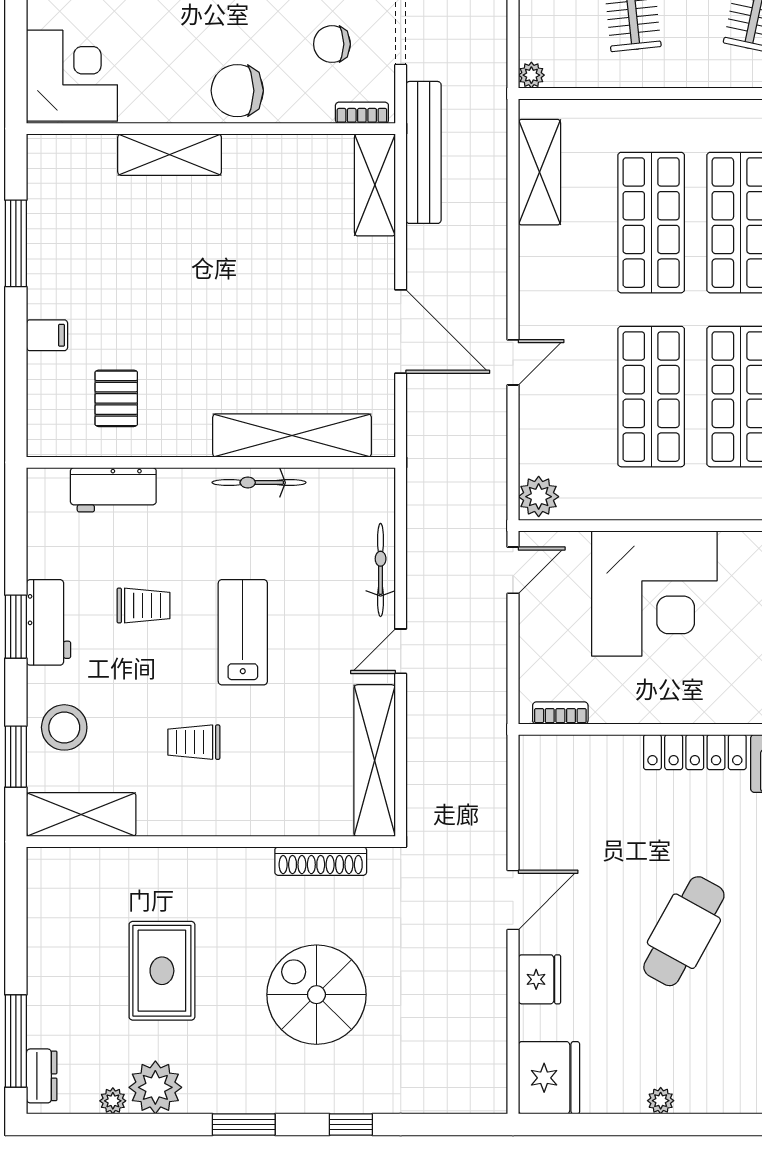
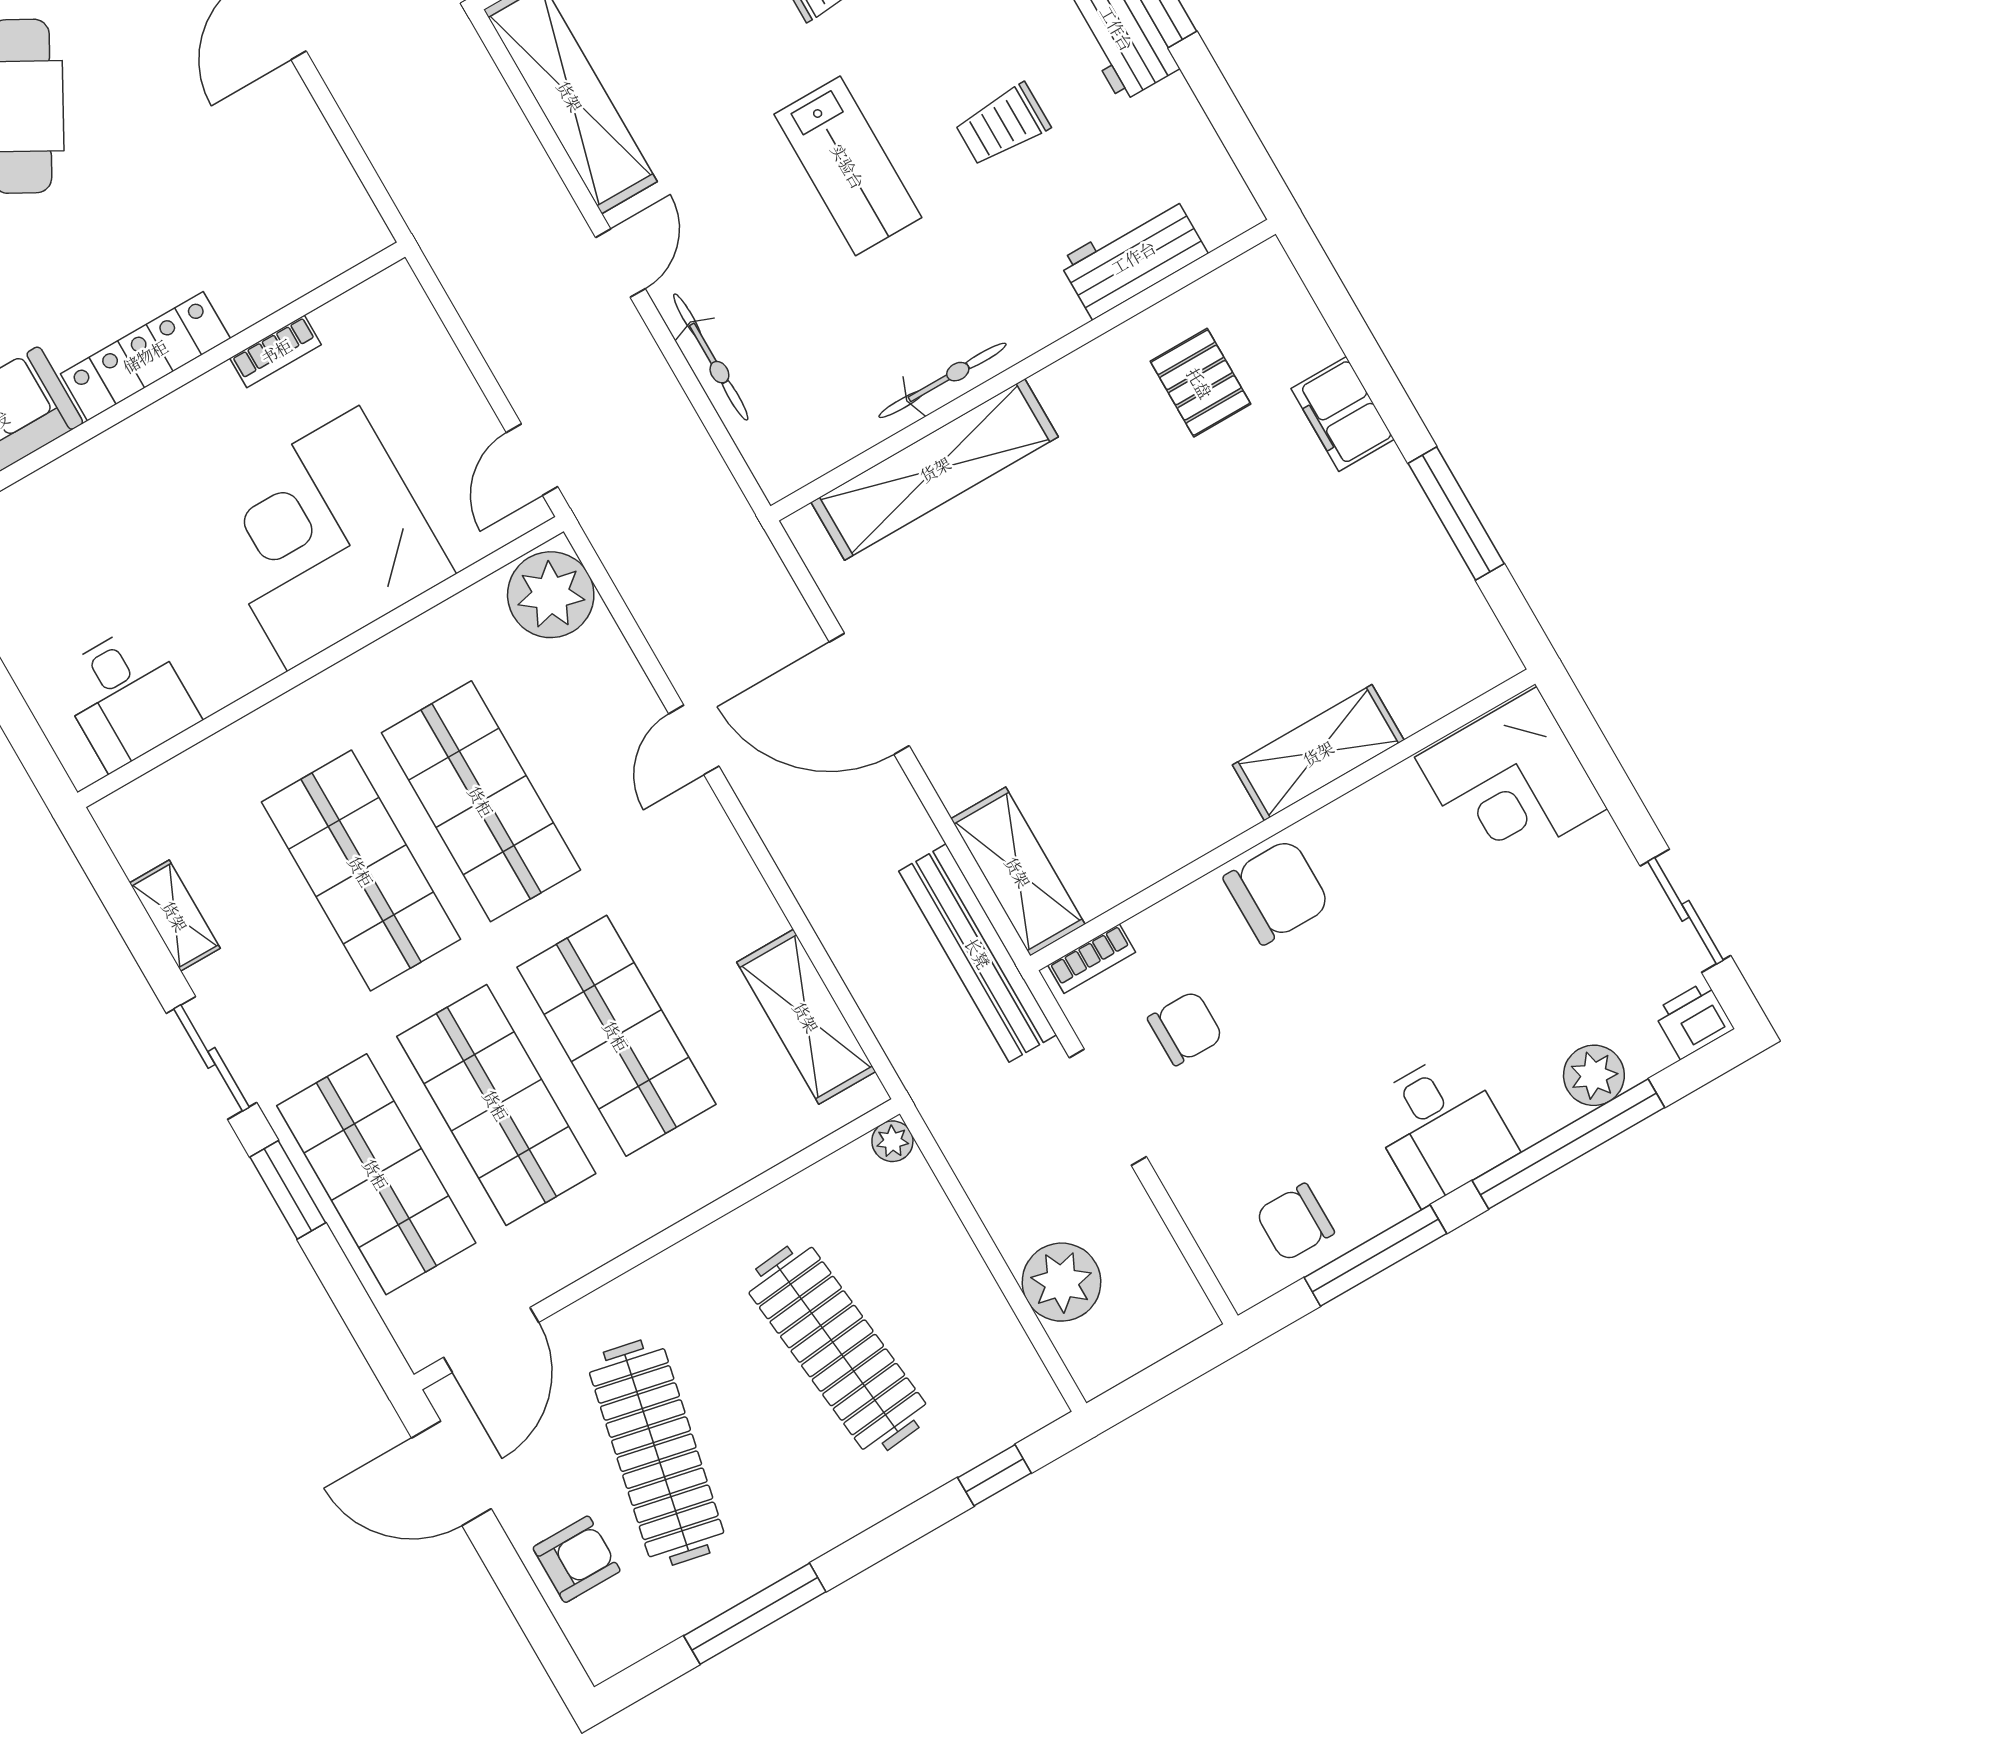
filing cabinet: (47, 335) -> (1343, 414), width x2.00
plant: (539, 497) -> (551, 595), width x1.36, depth x1.36
bookcase: (560, 713) -> (276, 351), moved

